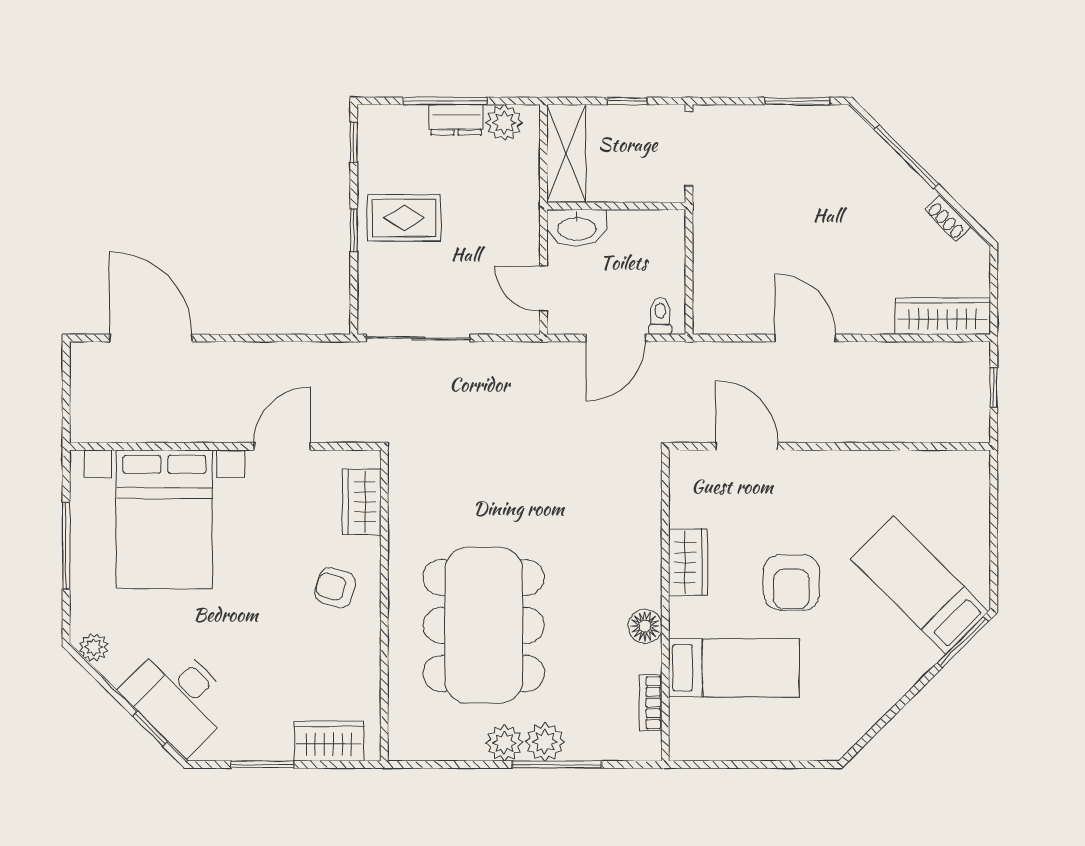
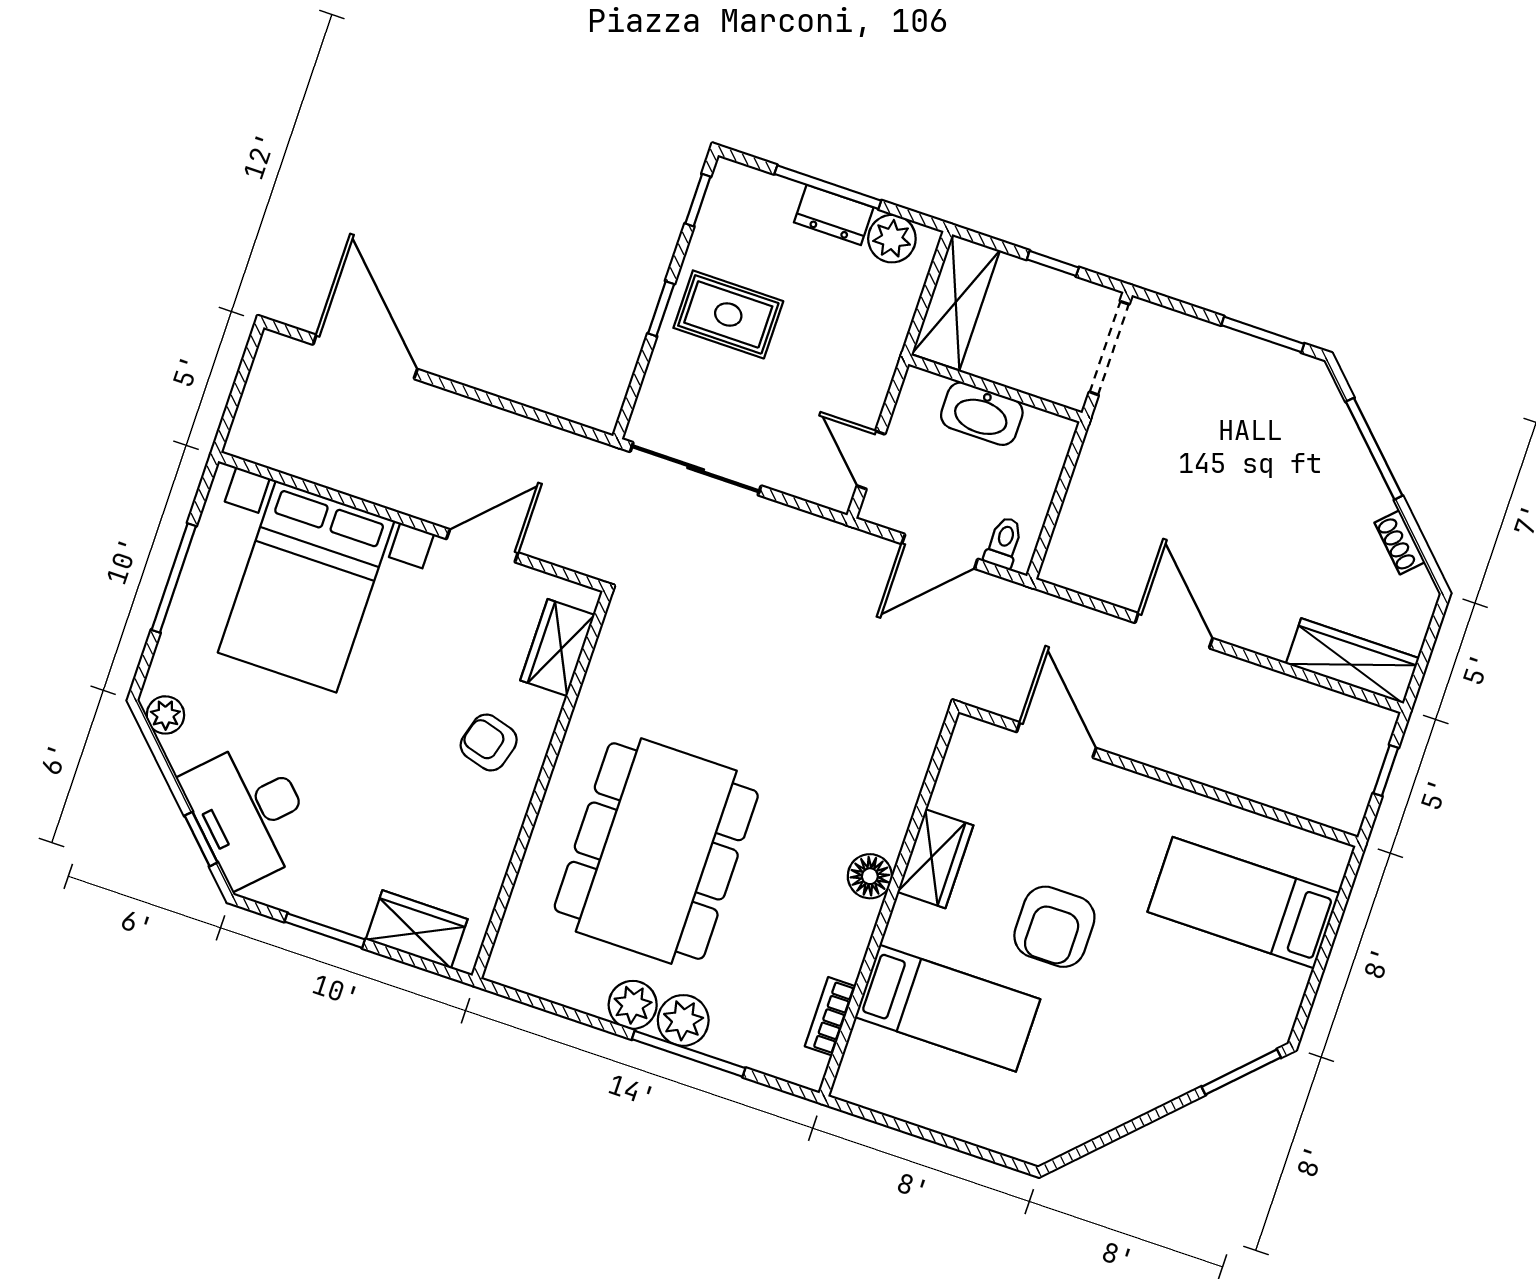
washbasin: (577, 228) -> (982, 414), moved
bed: (920, 585) -> (1243, 903), moved, turned -45
floor lamp: (645, 626) -> (870, 876), moved

